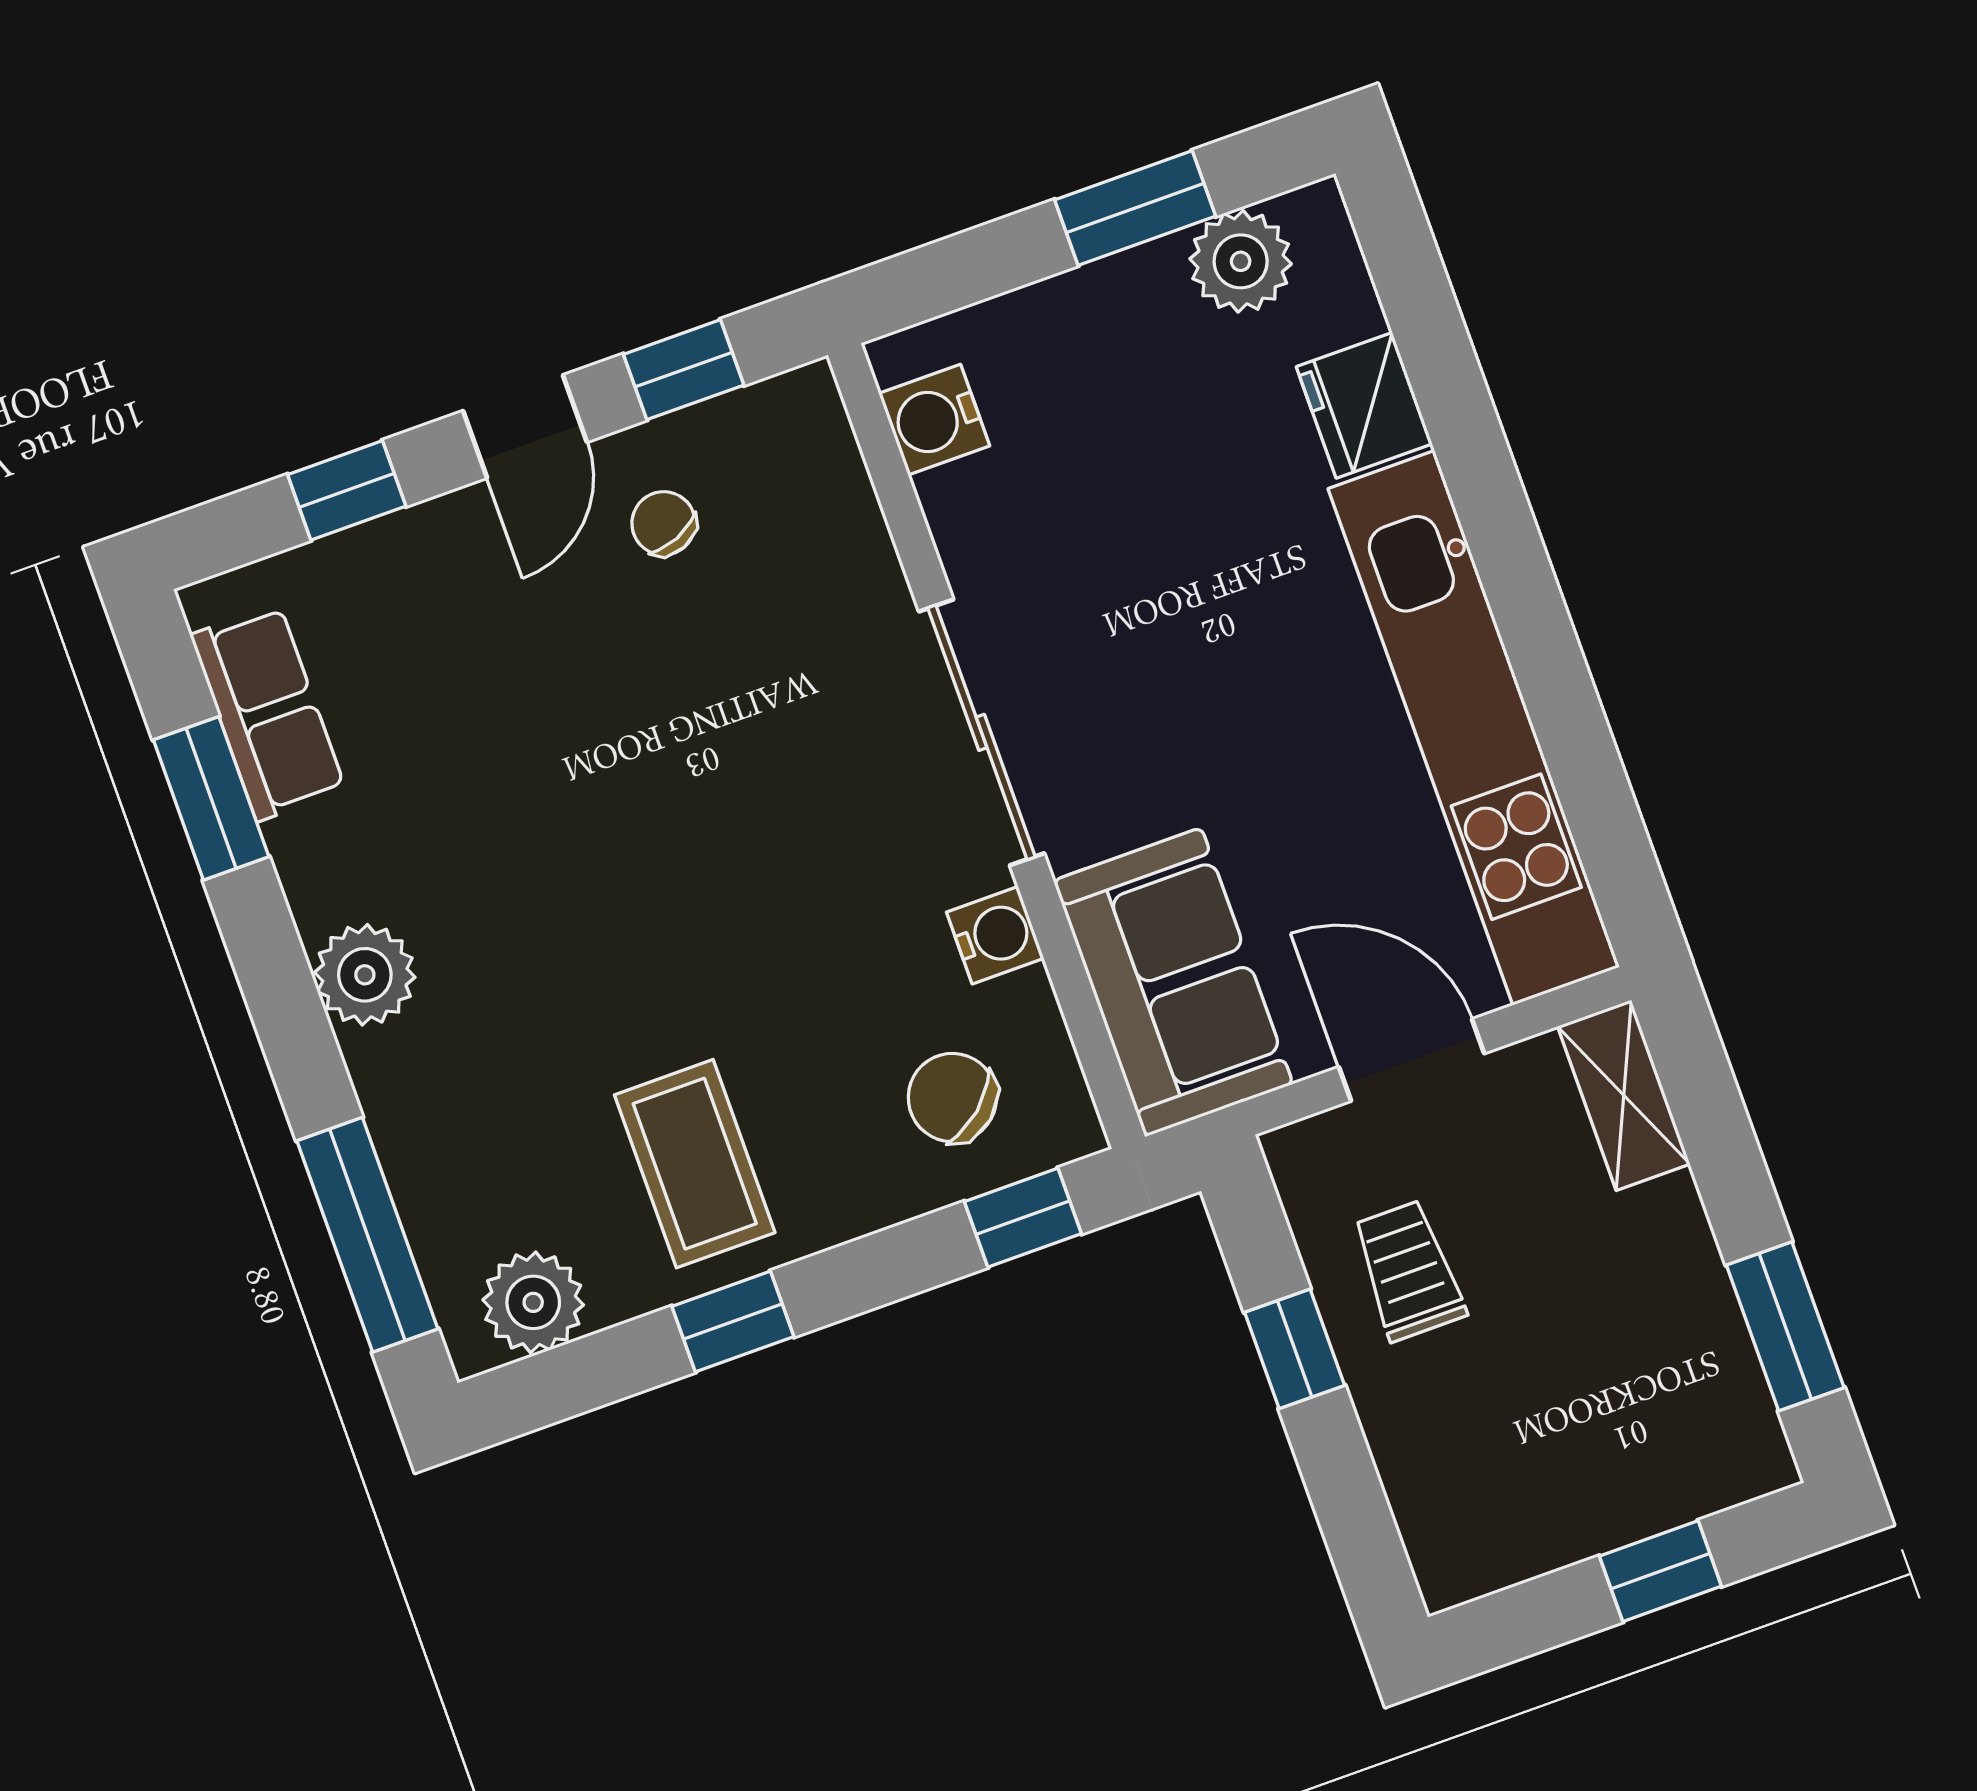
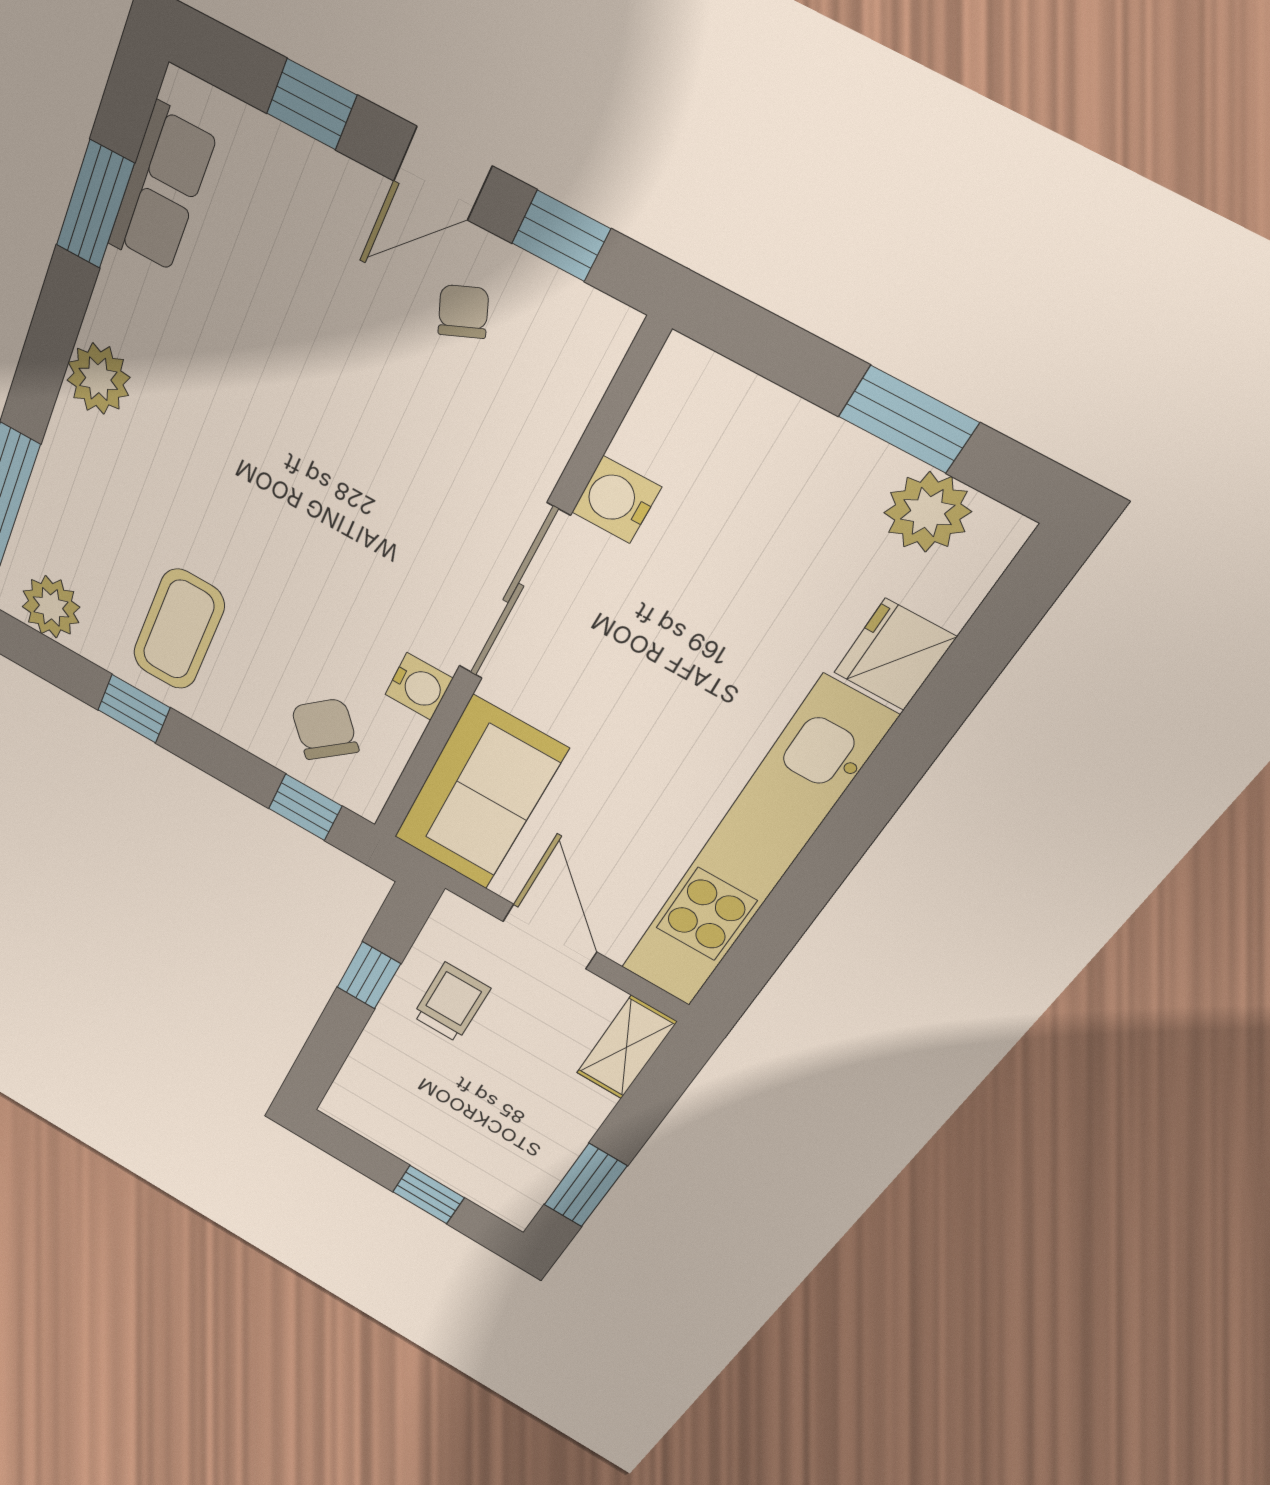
water cooler: (934, 420) -> (616, 500), moved

